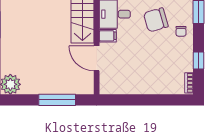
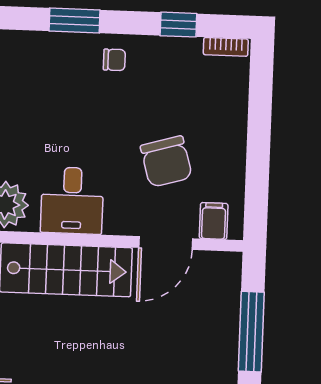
chair: (156, 20) -> (166, 162), moved
filing cabinet: (108, 36) -> (214, 221), moved

